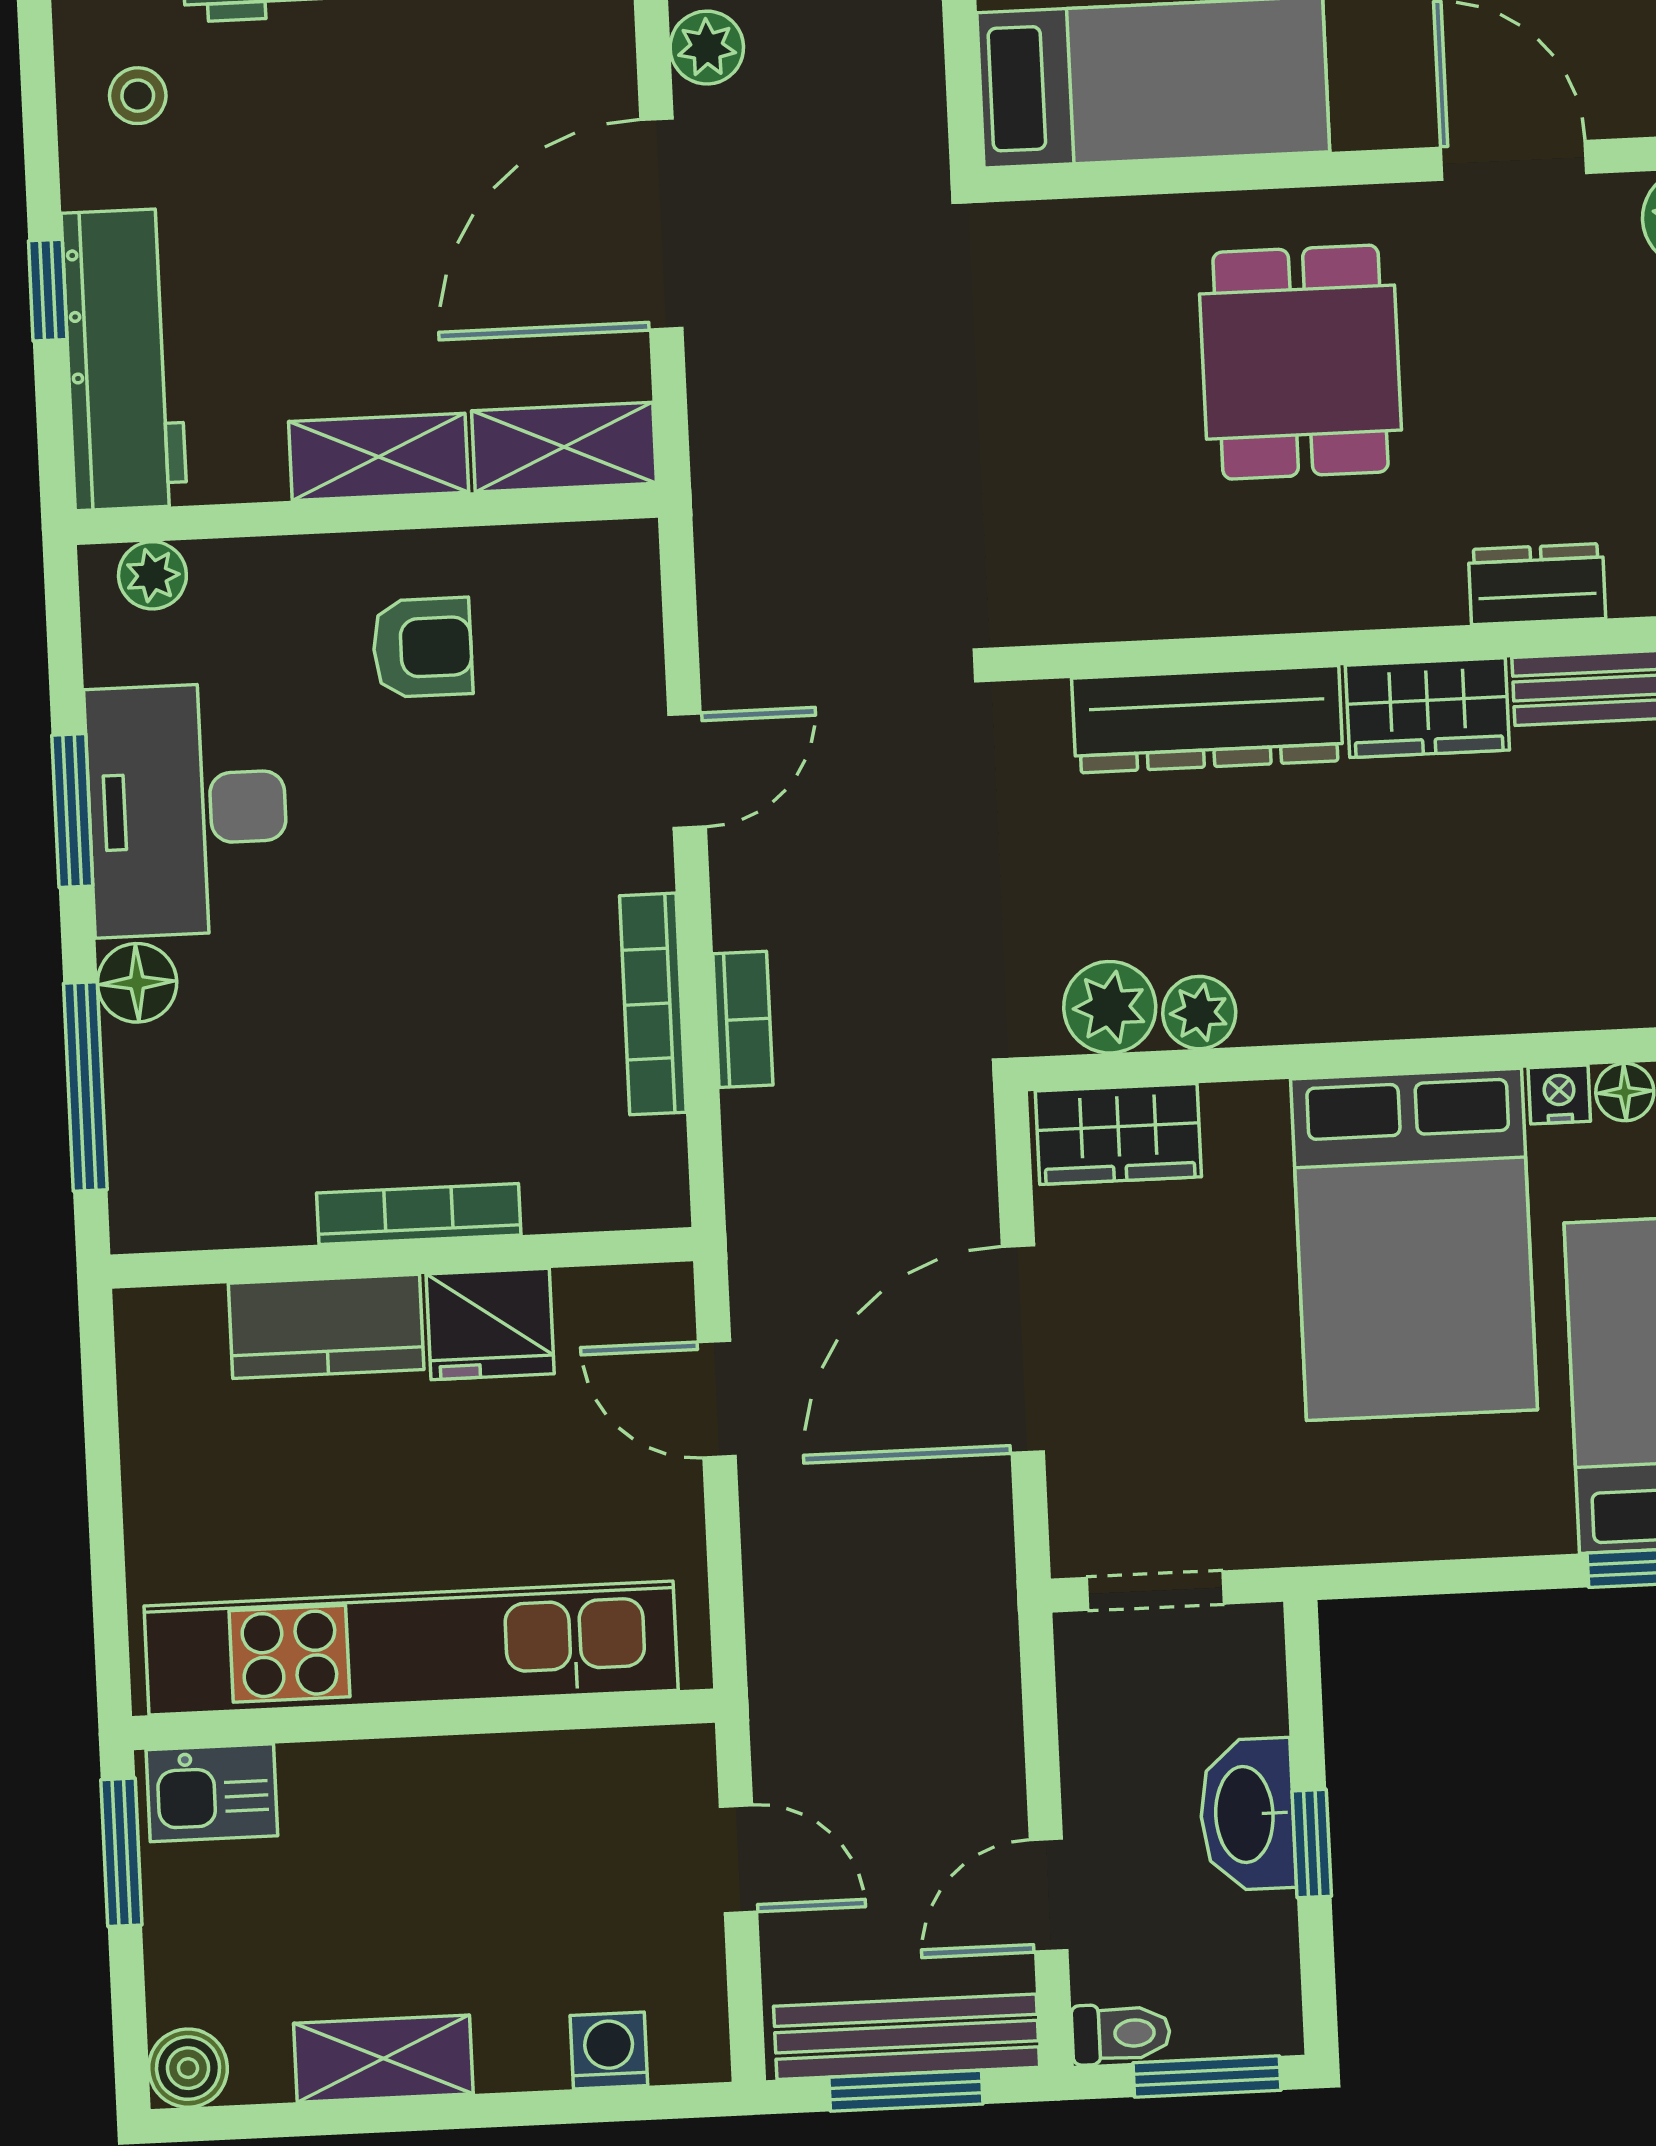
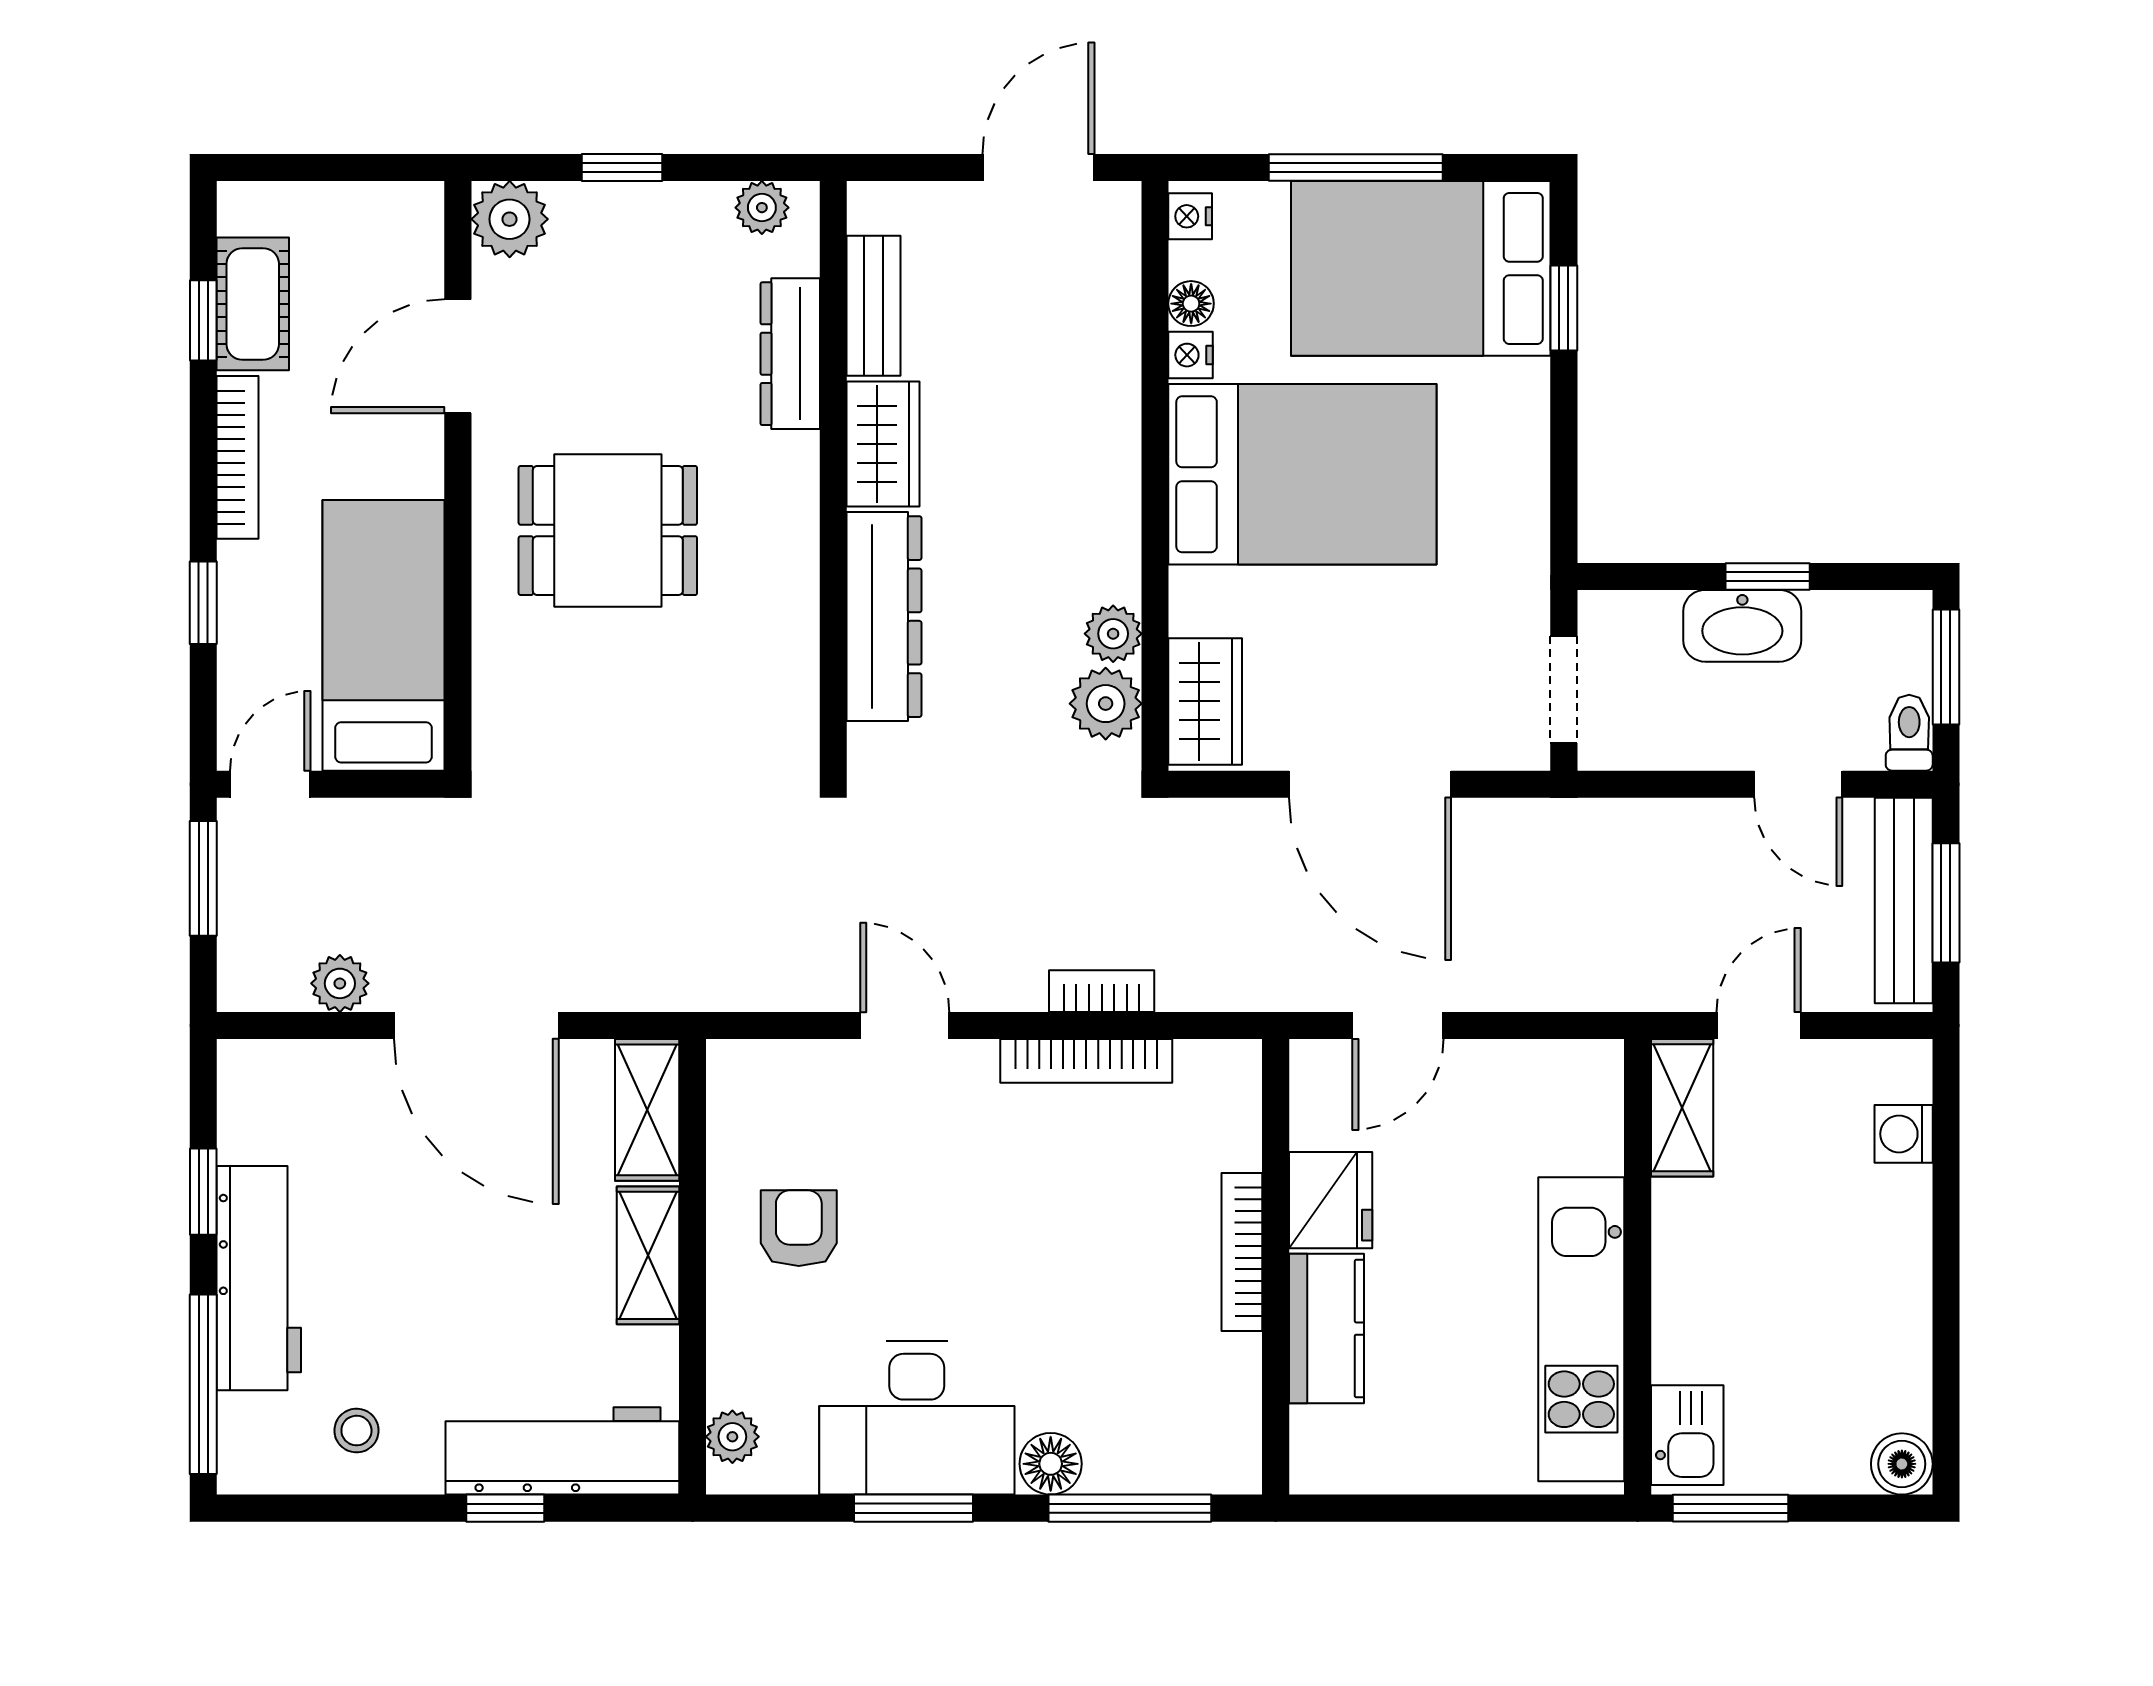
dresser: (1537, 584) -> (790, 354), width x1.44
kitchen unit: (411, 1648) -> (1581, 1329), width x0.73
shelving: (383, 2059) -> (1682, 1108), moved

